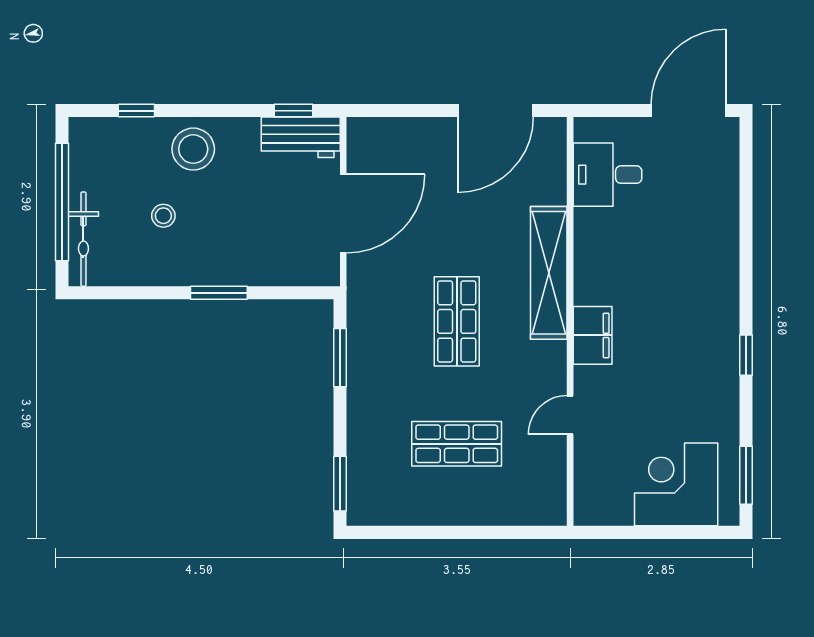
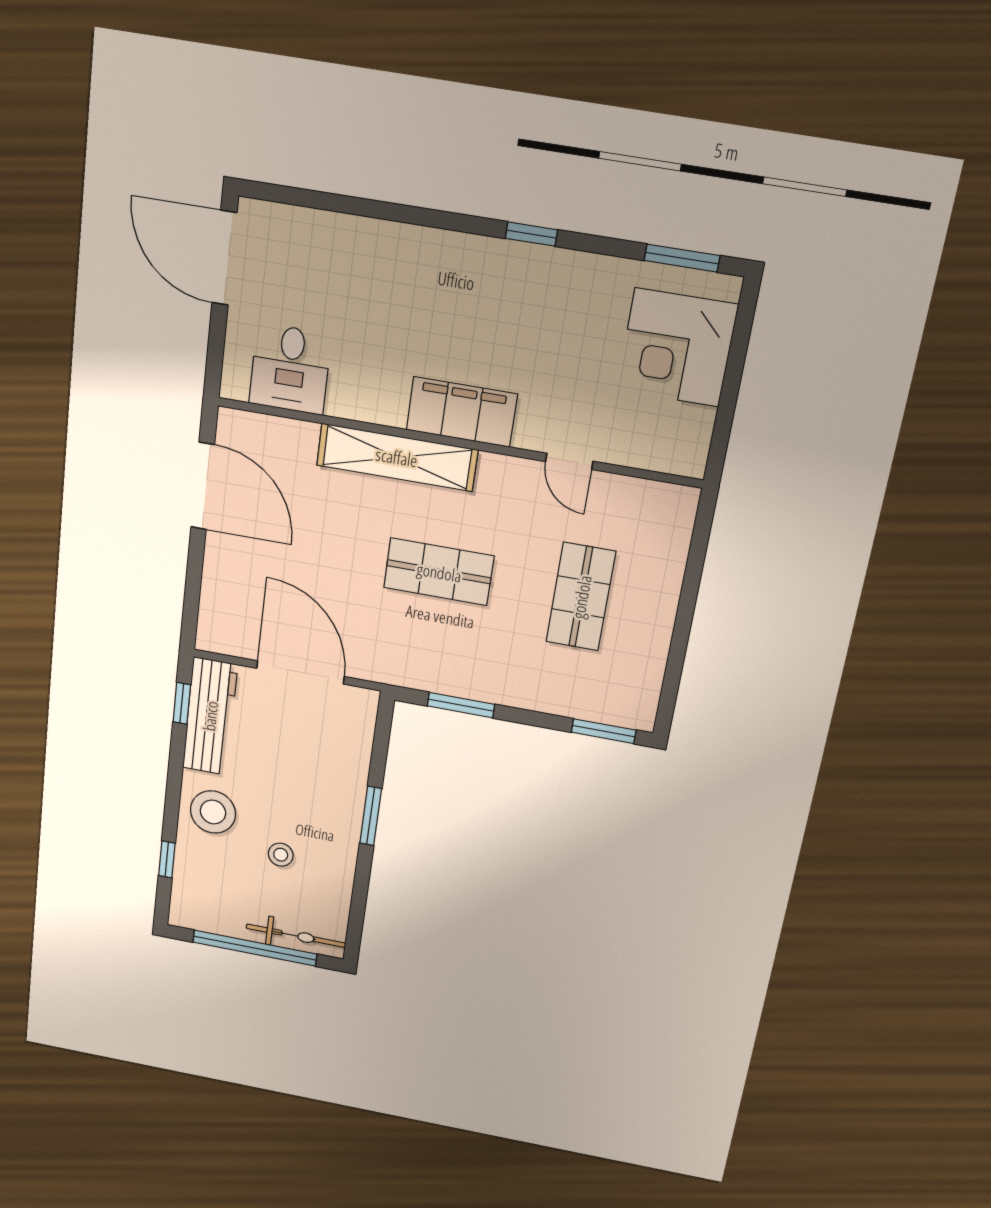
workbench: (301, 137) -> (210, 716), width x1.38
filing cabinet: (593, 335) -> (462, 412), width x1.50, depth x1.17

